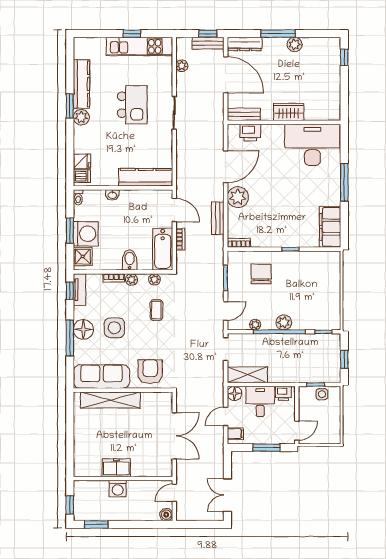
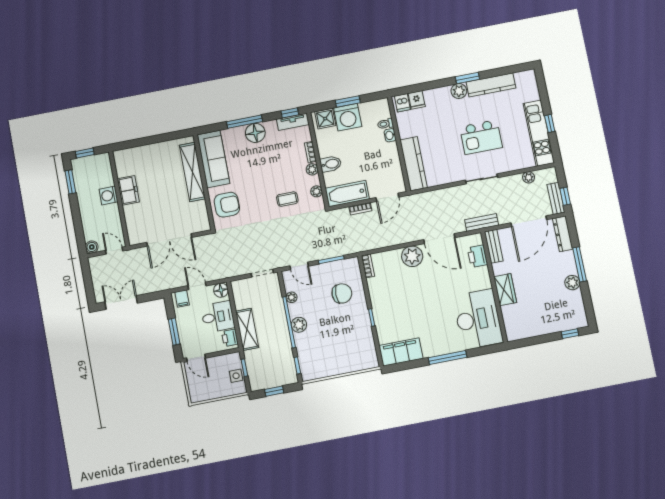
toilet: (78, 197) -> (385, 124), moved
bench: (218, 218) -> (482, 222), moved
side table: (114, 328) -> (263, 162), removed
shelving: (247, 375) -> (247, 329), moved

